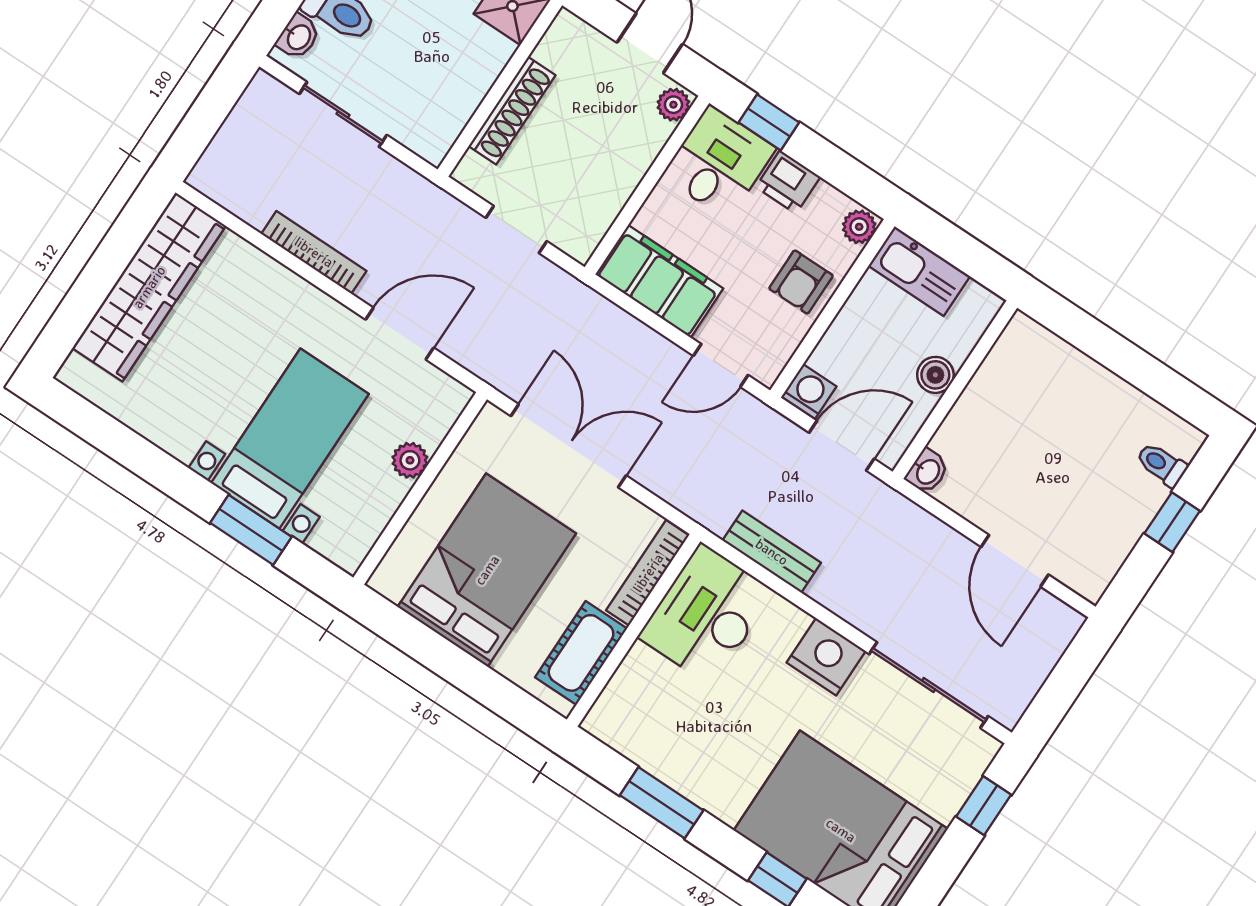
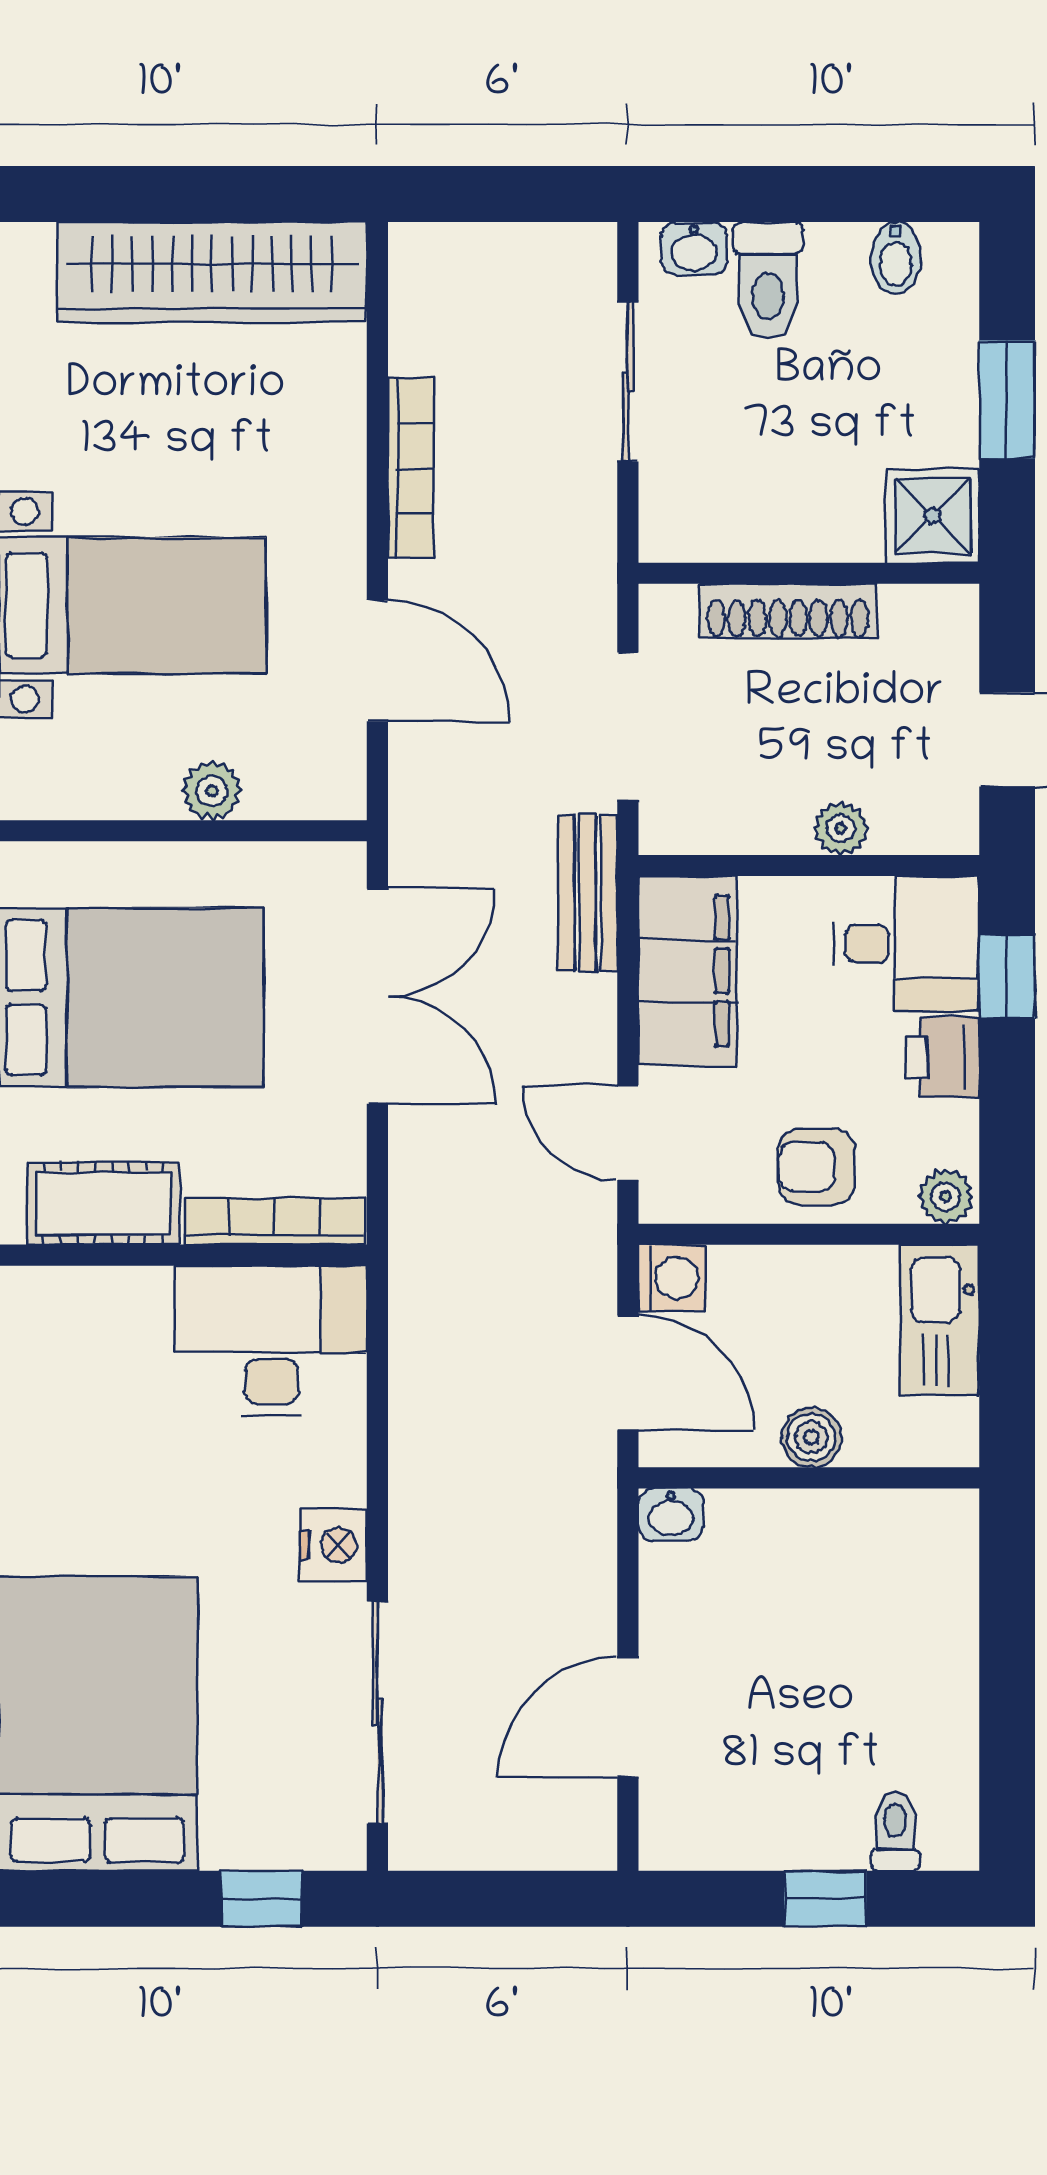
plant: (673, 105) -> (841, 828), moved
doorway: (516, 230) -> (628, 726), width x1.38
bench: (772, 552) -> (588, 893), moved
nightstand: (826, 657) -> (333, 1545), width x0.74, depth x0.75

